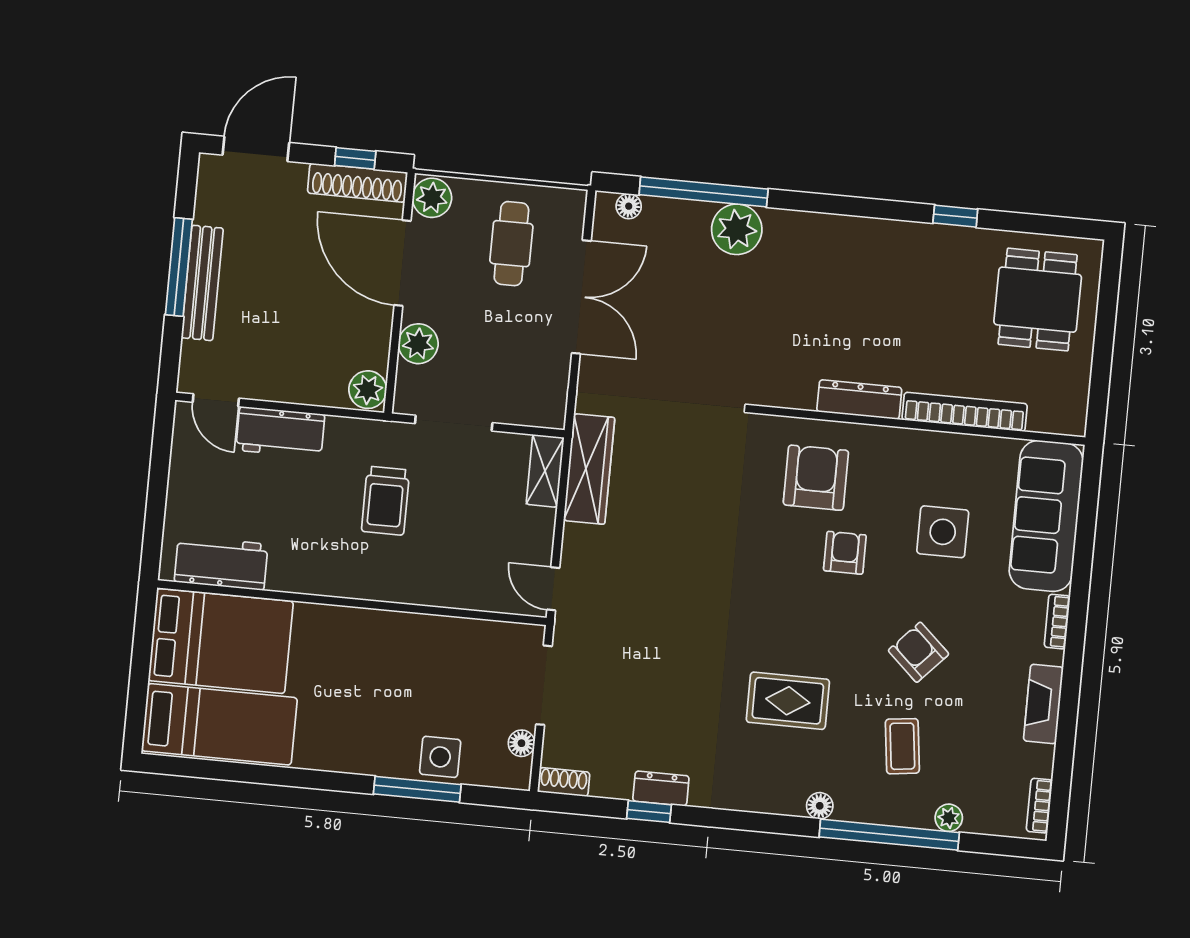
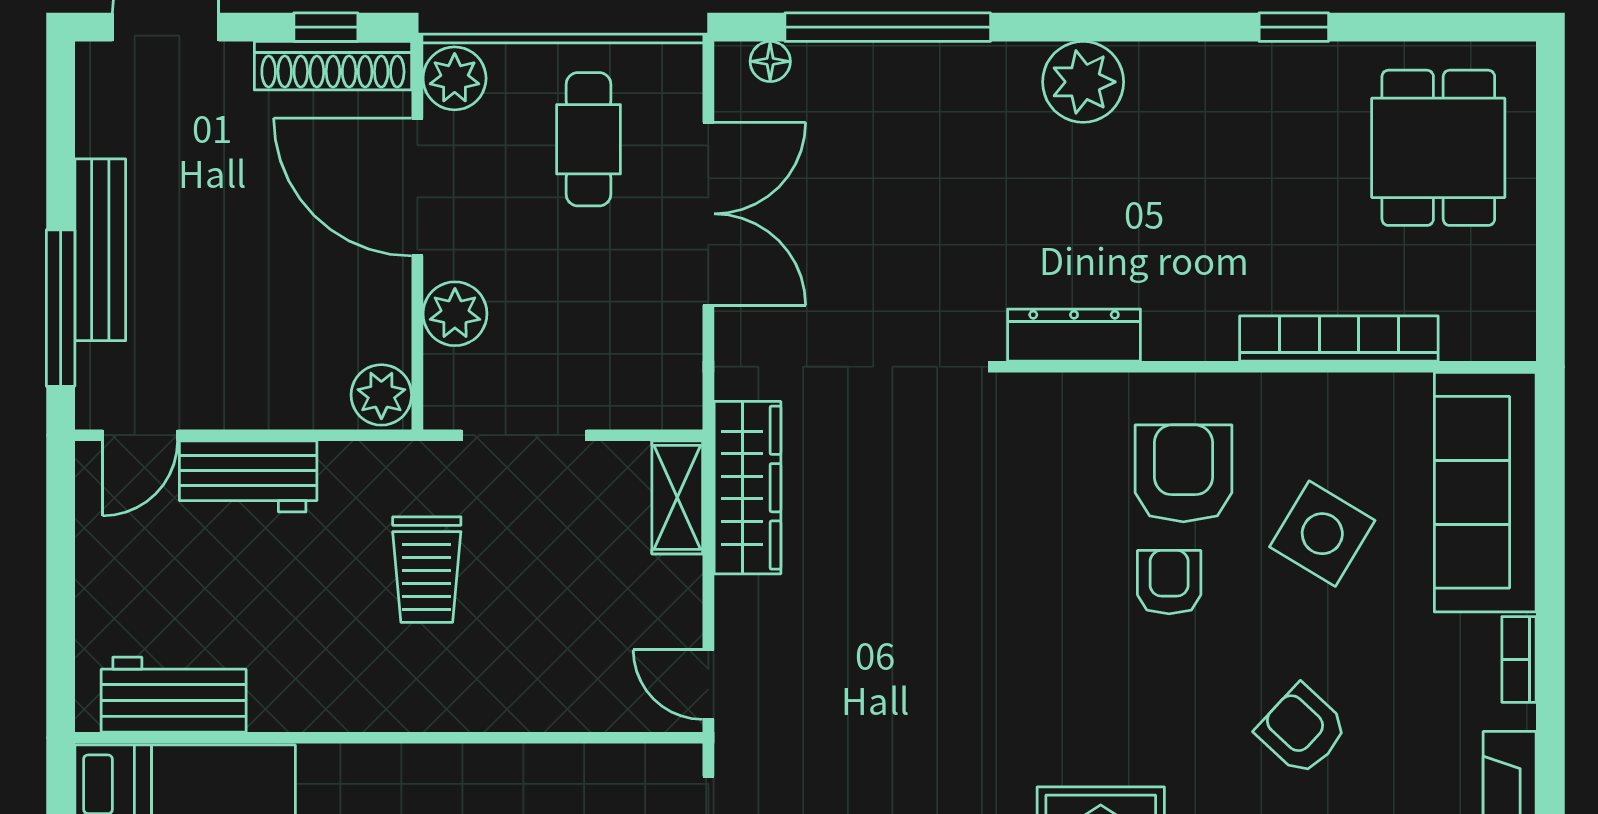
plant: (737, 229) -> (1083, 82), moved
window: (179, 267) -> (61, 308), moved
door: (216, 400) -> (140, 435), hinge flipped
dresser: (859, 400) -> (1074, 335), moved
armchair: (816, 478) -> (1183, 473), moved
side table: (943, 532) -> (1322, 534), turned 31

